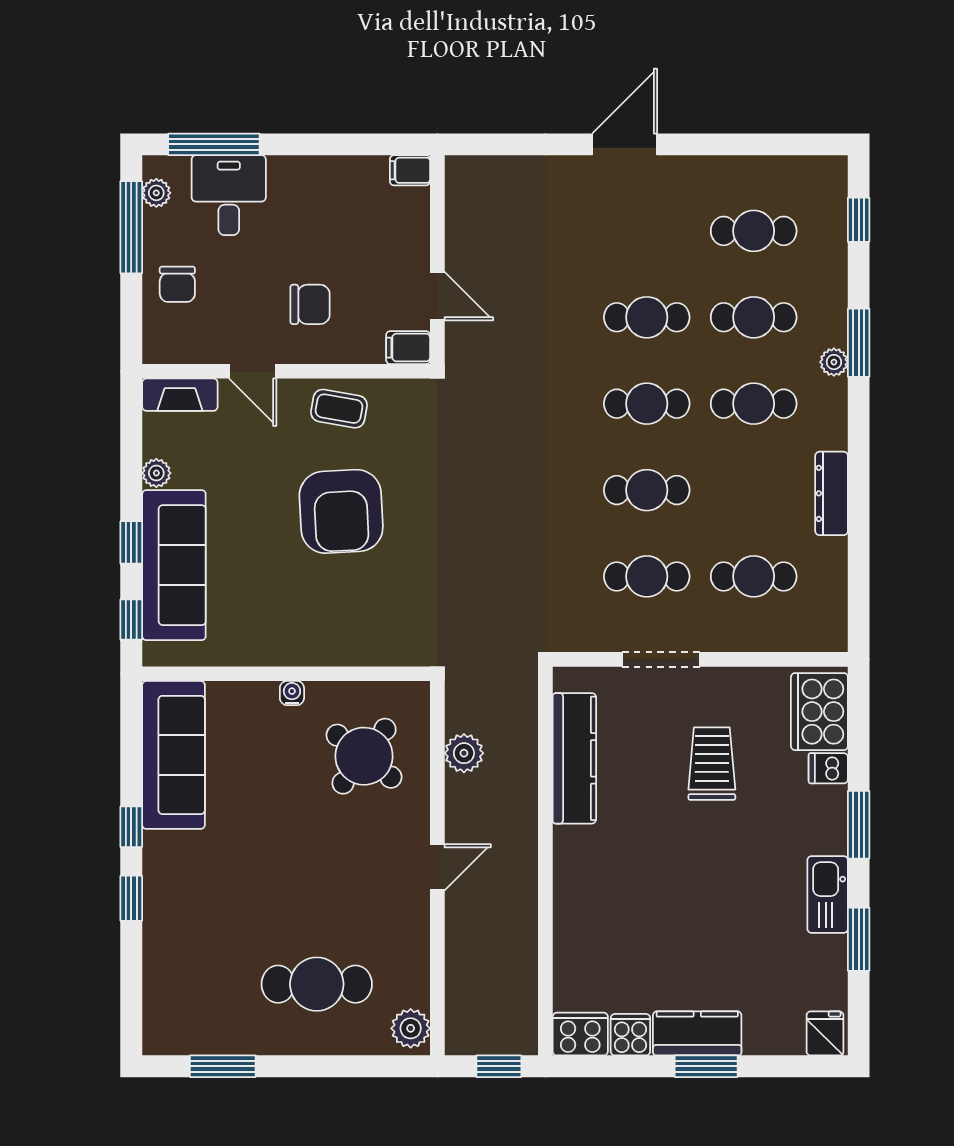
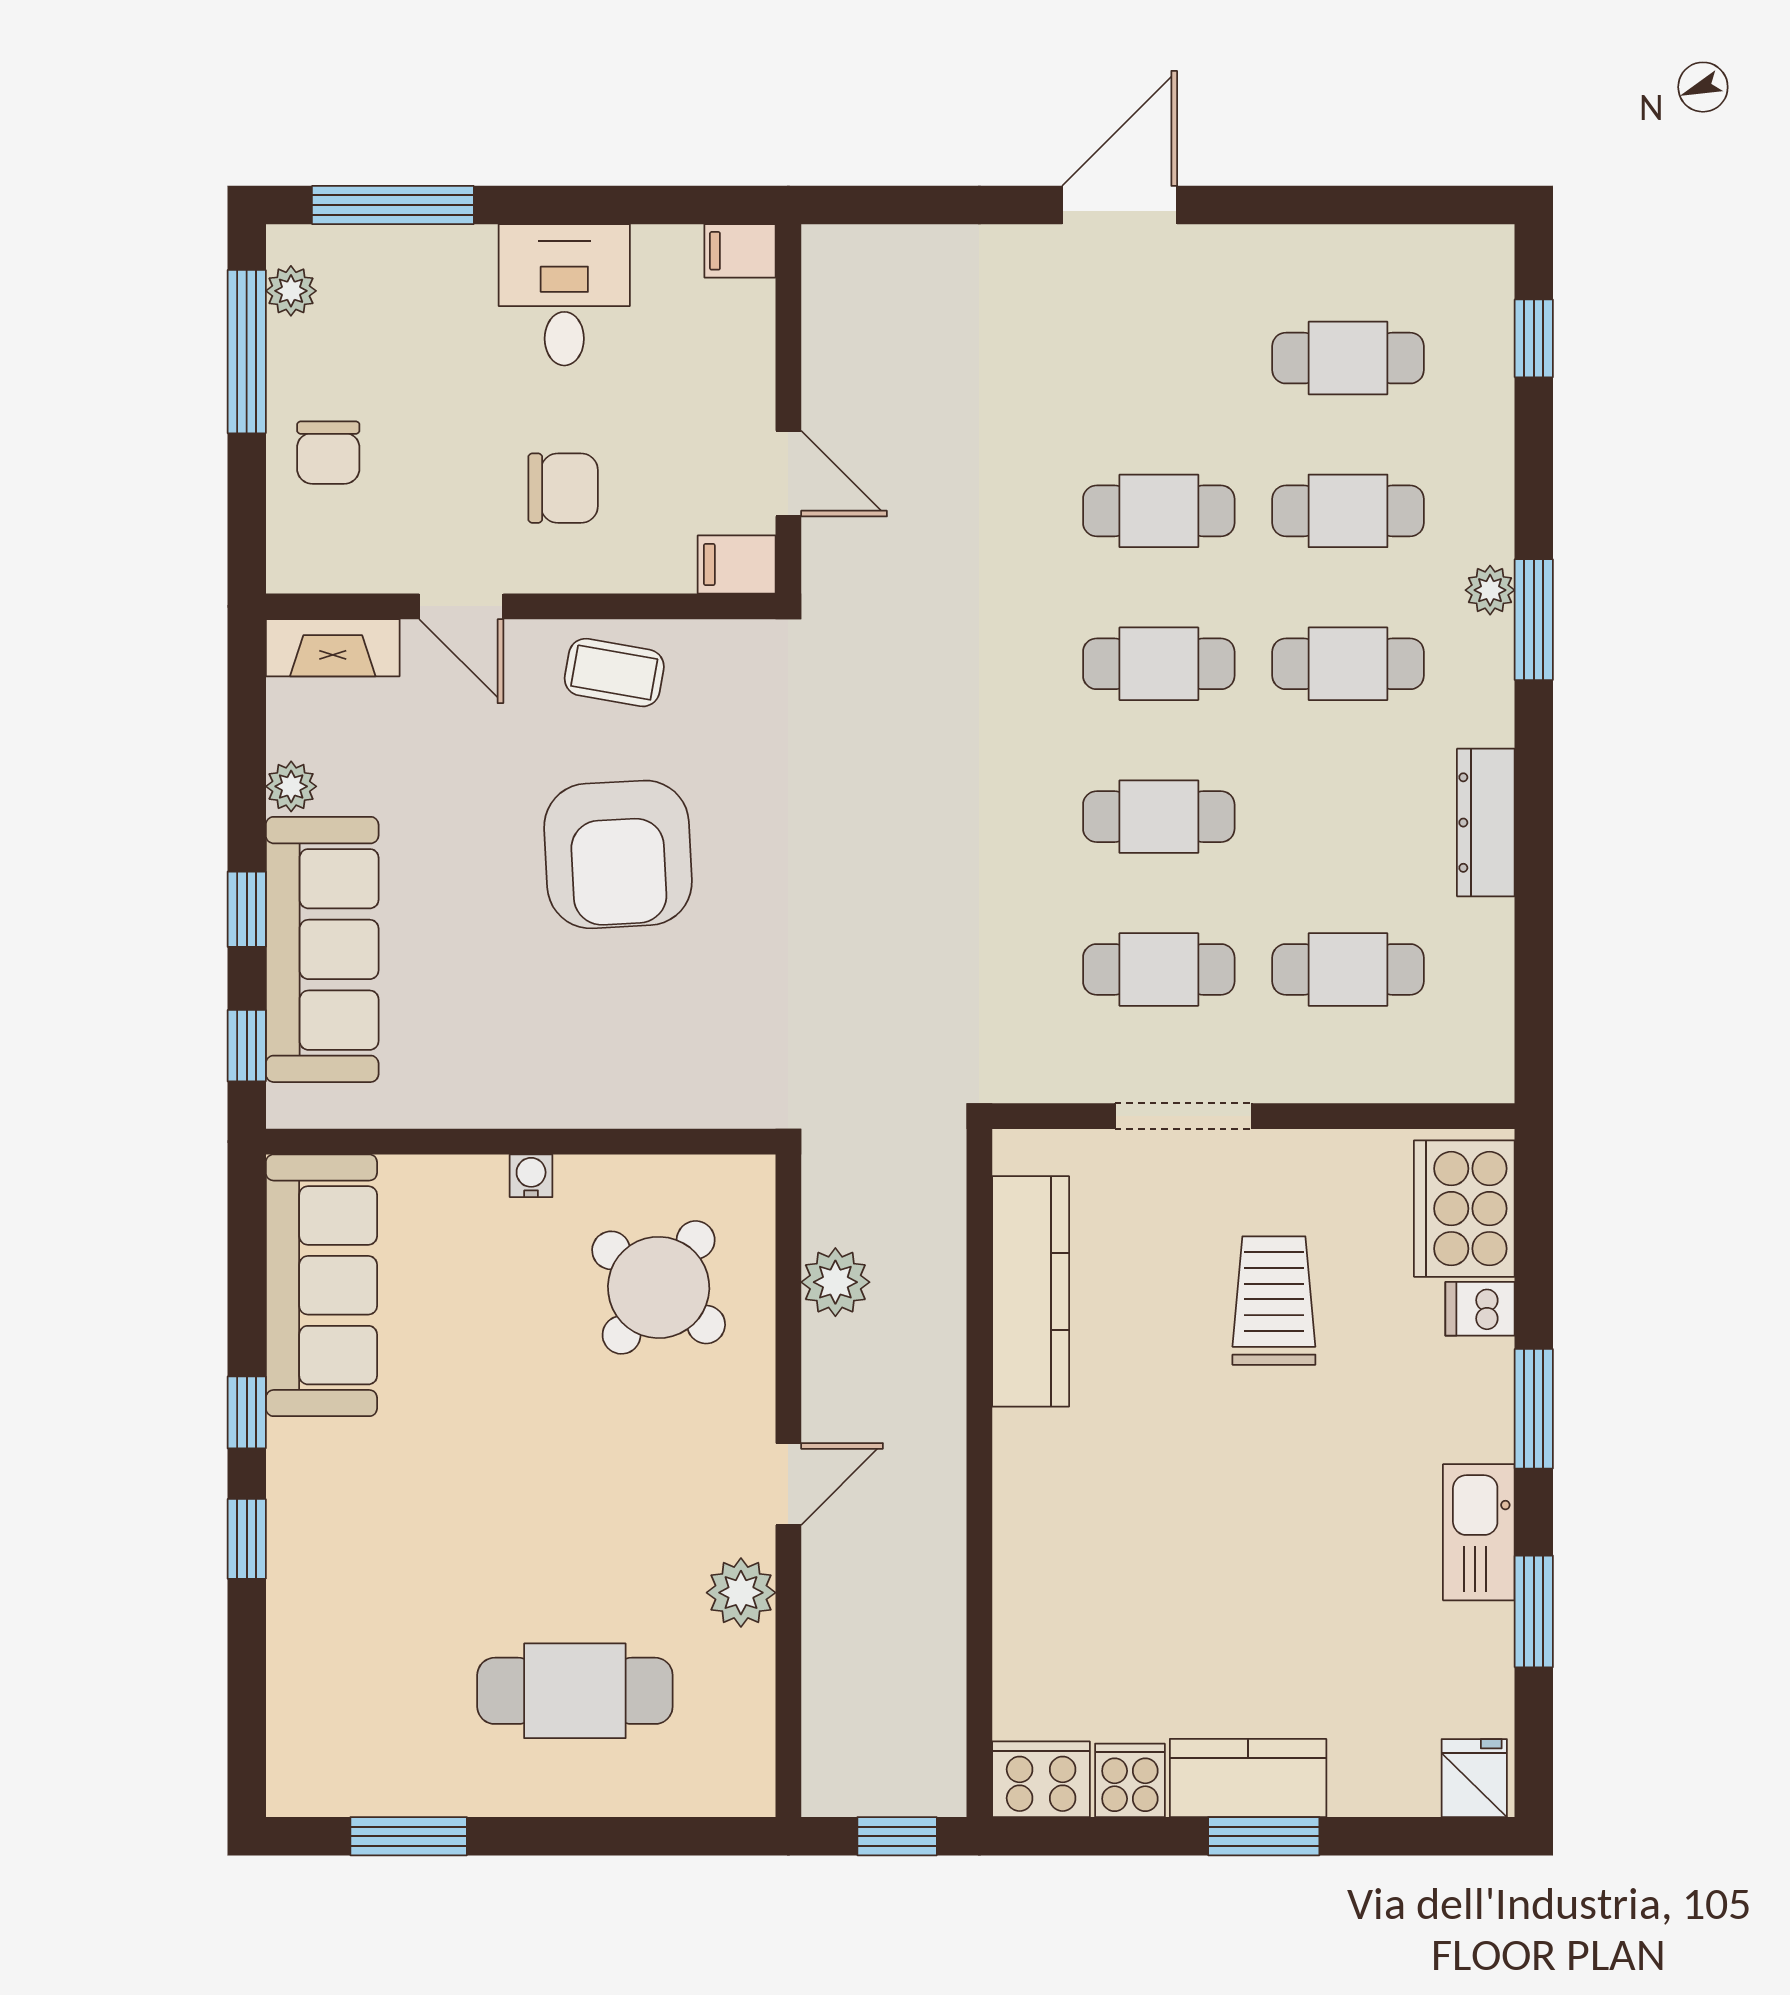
desk: (229, 195) -> (564, 295), moved
window: (859, 343) -> (1534, 620), moved
plant: (411, 1028) -> (741, 1593), moved

